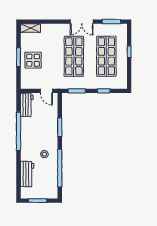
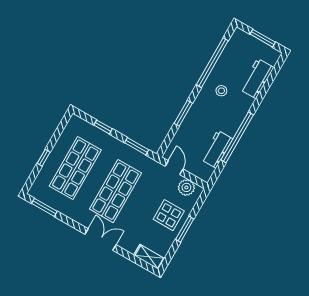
double door: (82, 22) -> (100, 240), moved
plant: (32, 83) -> (186, 187), added
workbench: (27, 105) -> (217, 149), moved

